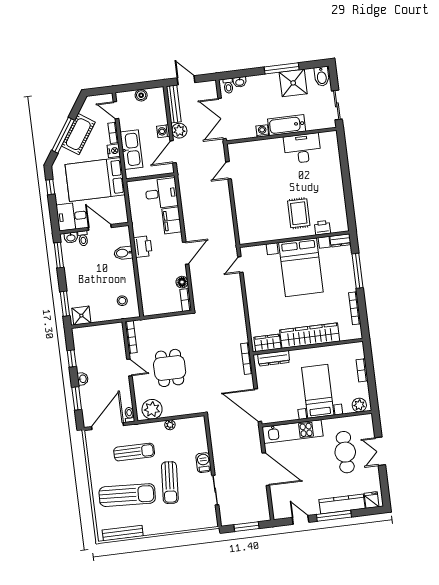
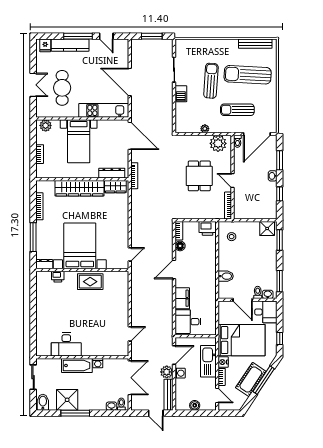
rug: (299, 213) -> (90, 282), moved, turned 90
printer: (143, 247) -> (208, 228), moved, turned -90

